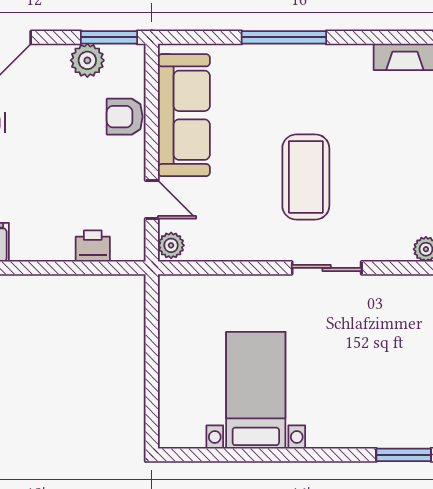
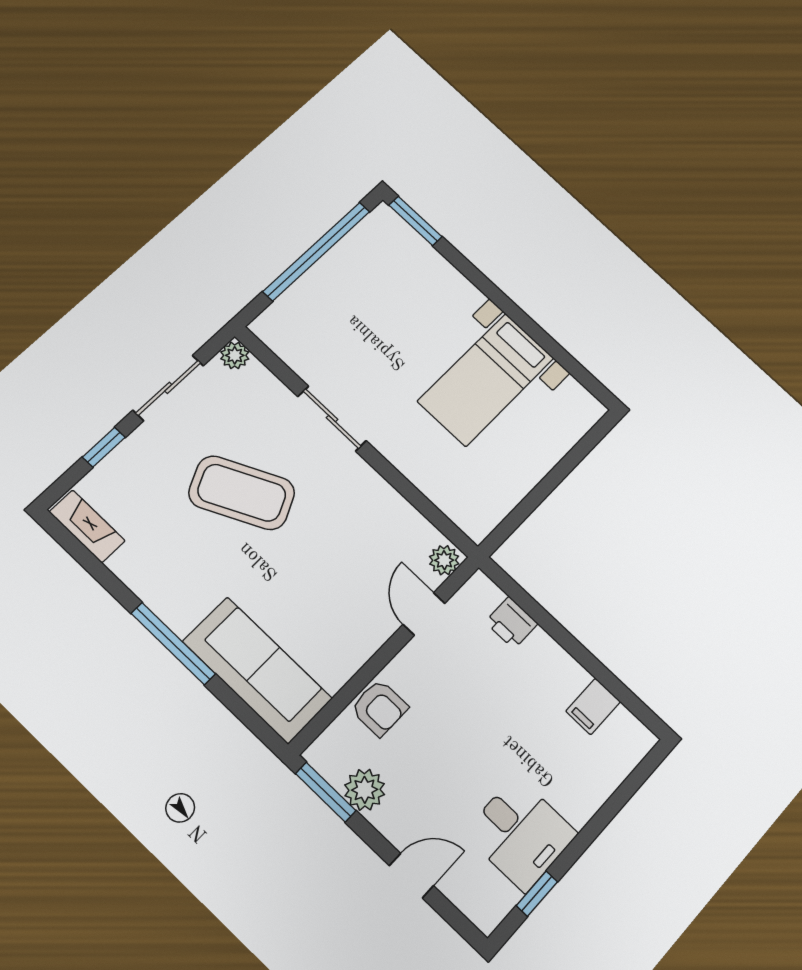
sofa: (184, 115) -> (257, 670), moved, turned 90
coffee table: (306, 177) -> (242, 493), moved, turned 64

